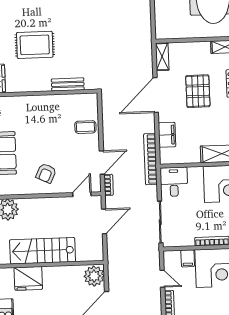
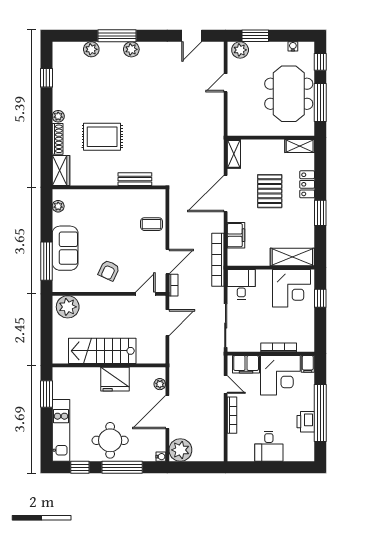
filing cabinet: (188, 258) -> (246, 364), width x2.00
plant: (94, 276) -> (160, 384), width x0.53, depth x0.53
fridge: (28, 278) -> (115, 379), moved

